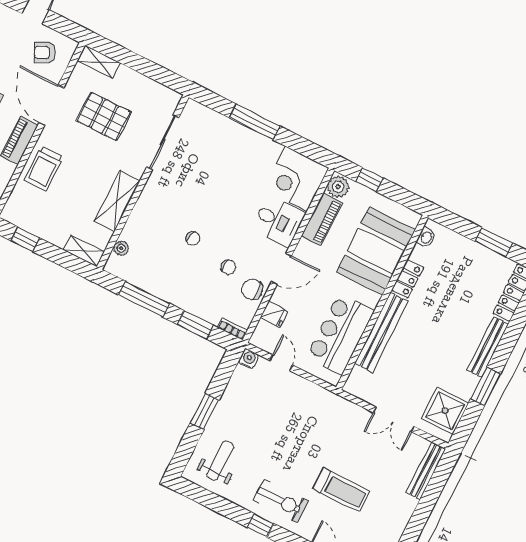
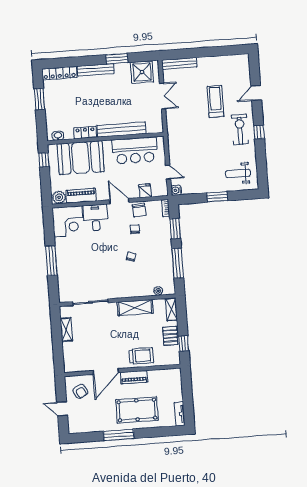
shelving: (99, 62) -> (66, 330), moved
pallet: (104, 117) -> (170, 336), moved, width x0.67, depth x0.71
window: (370, 180) -> (44, 160), moved
door: (281, 363) -> (168, 172), swing flipped

